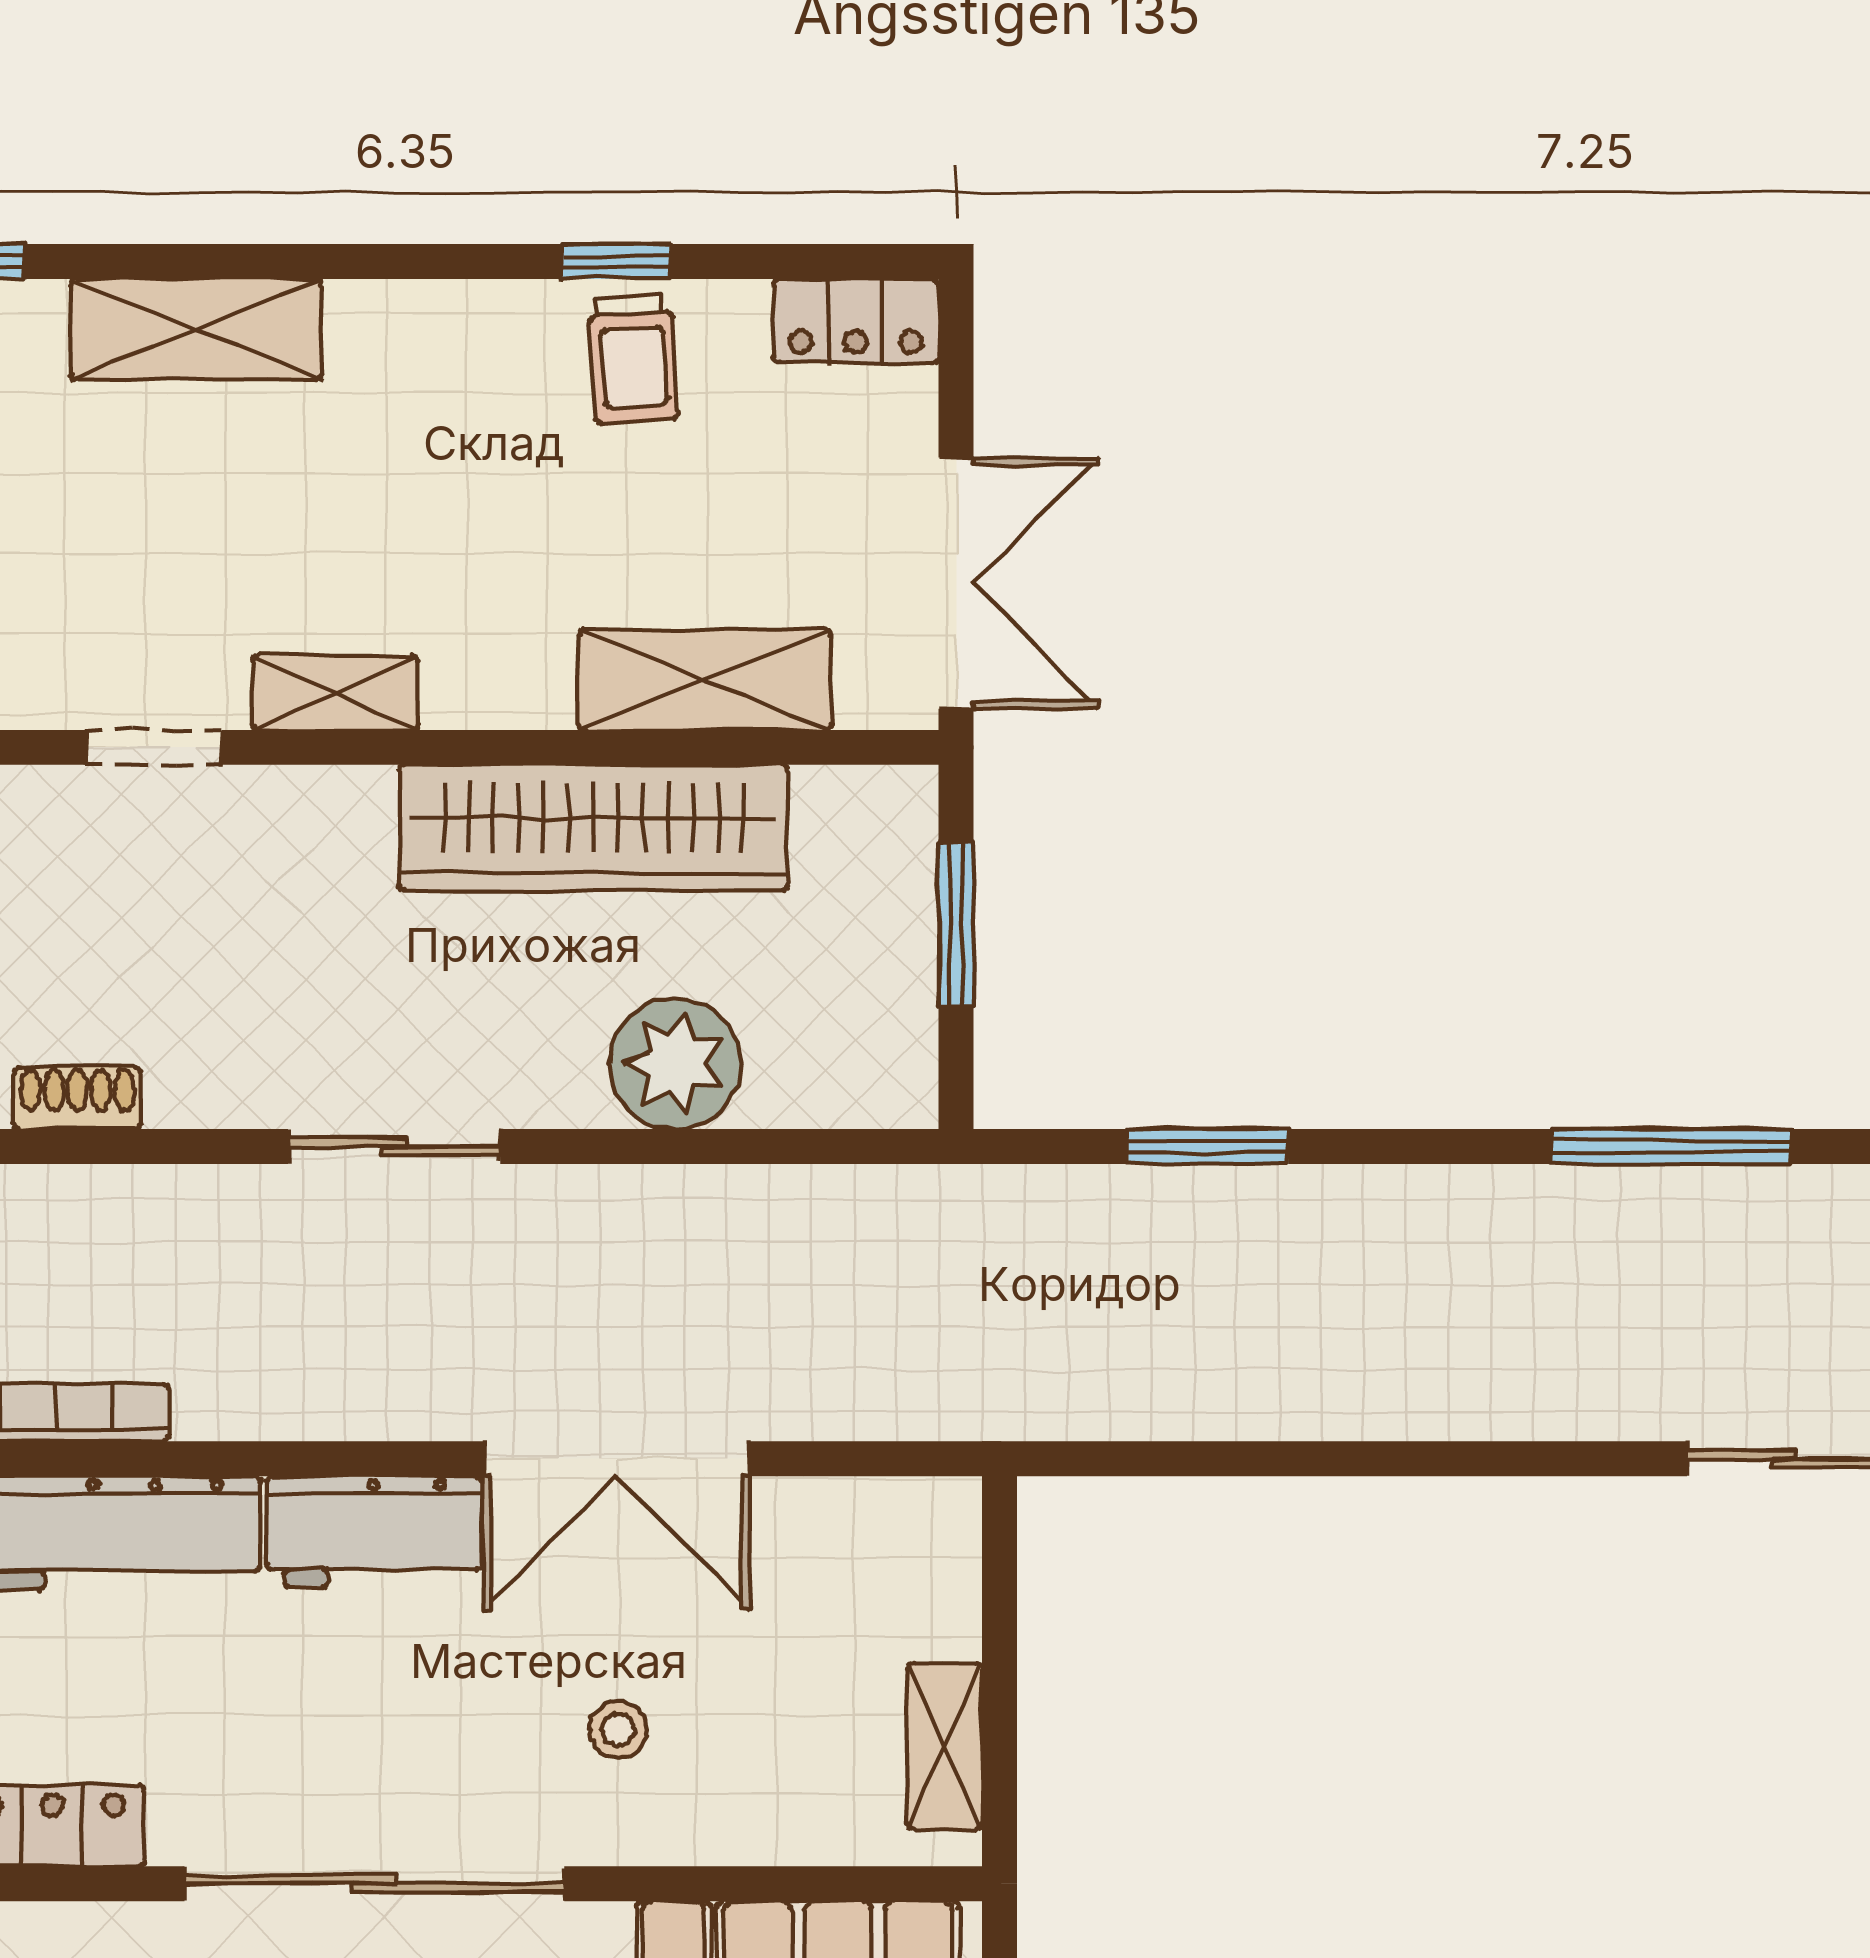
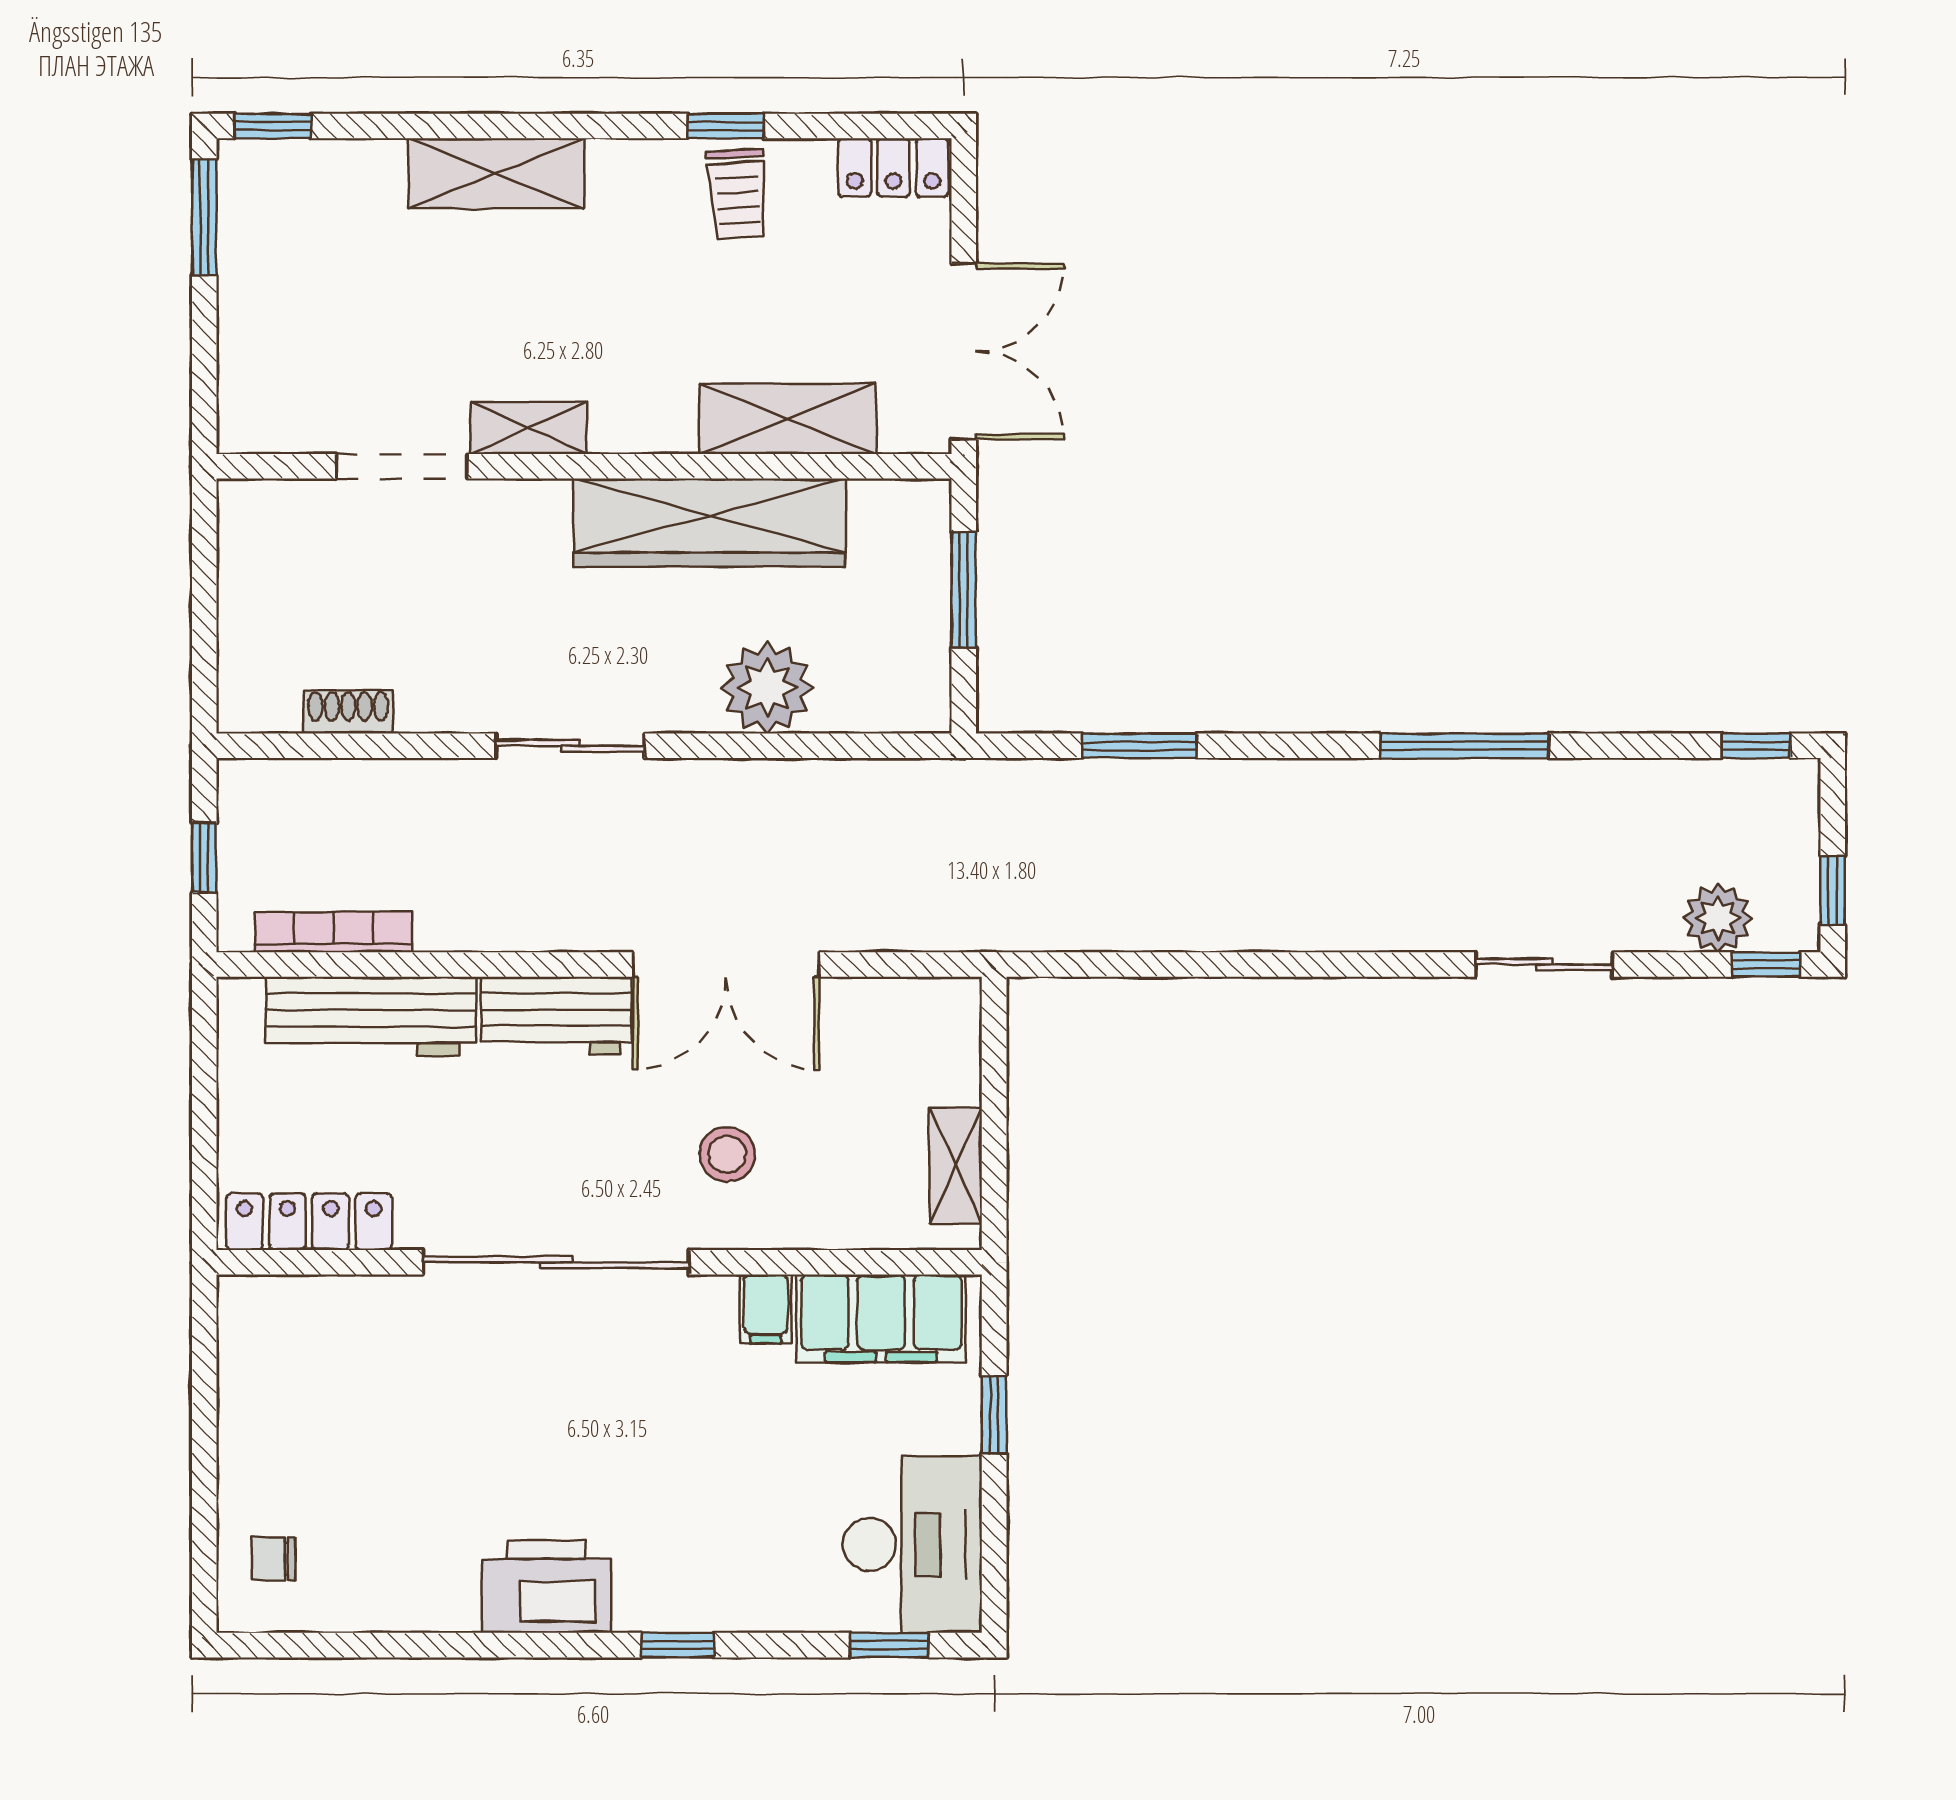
shelving: (196, 329) -> (496, 173), moved
doorway: (154, 747) -> (402, 466), width x1.38
stool: (618, 1730) -> (727, 1154), width x1.37, depth x1.37

